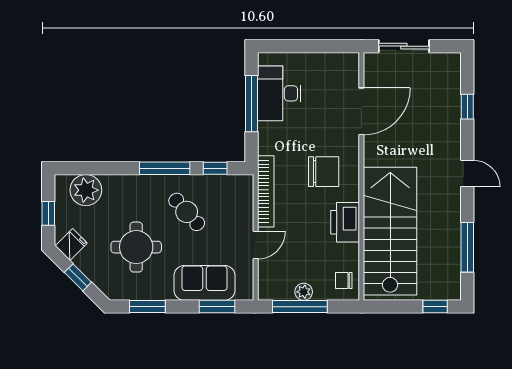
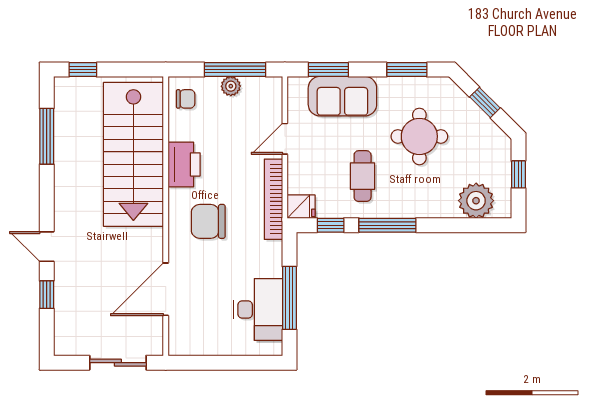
door: (467, 174) -> (47, 247), moved
cafe table: (187, 212) -> (363, 176), turned 42
fridge: (71, 244) -> (301, 207), moved, turned -135

